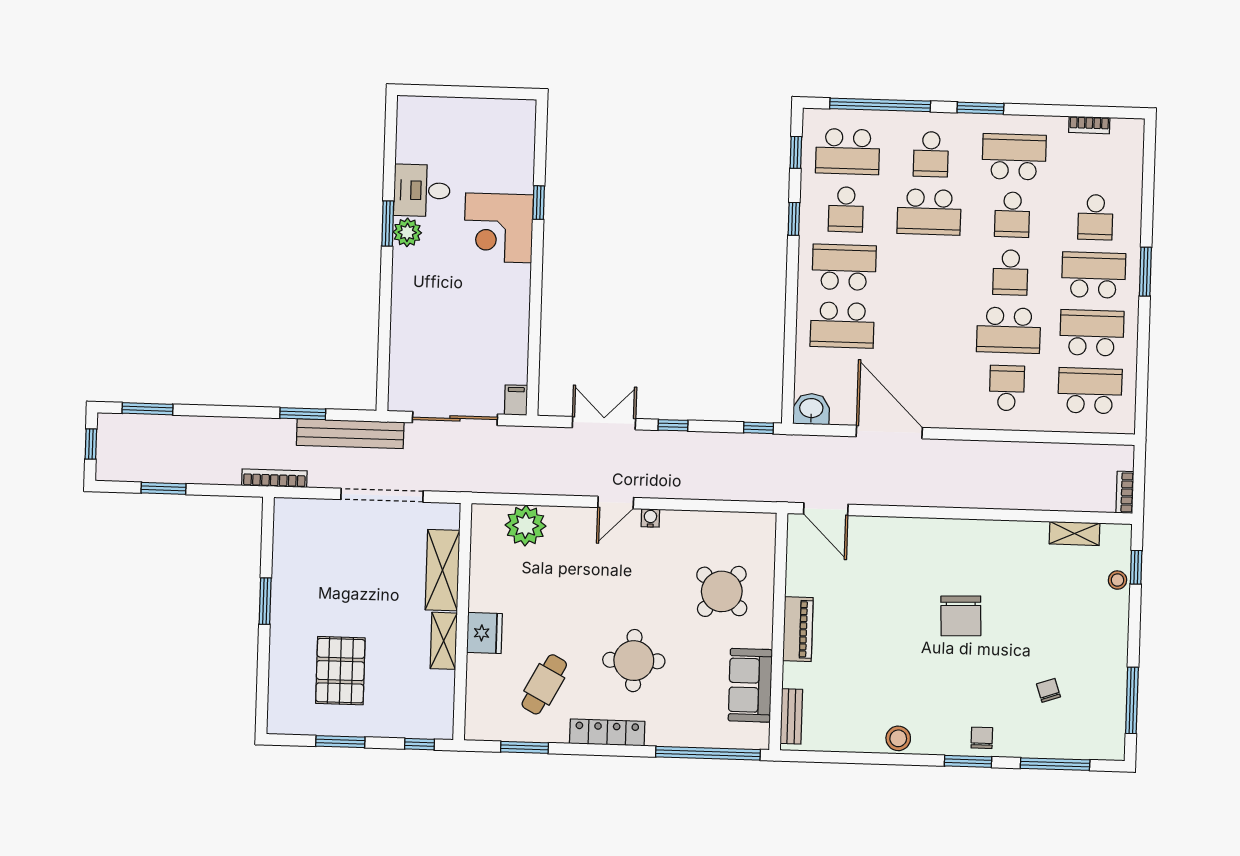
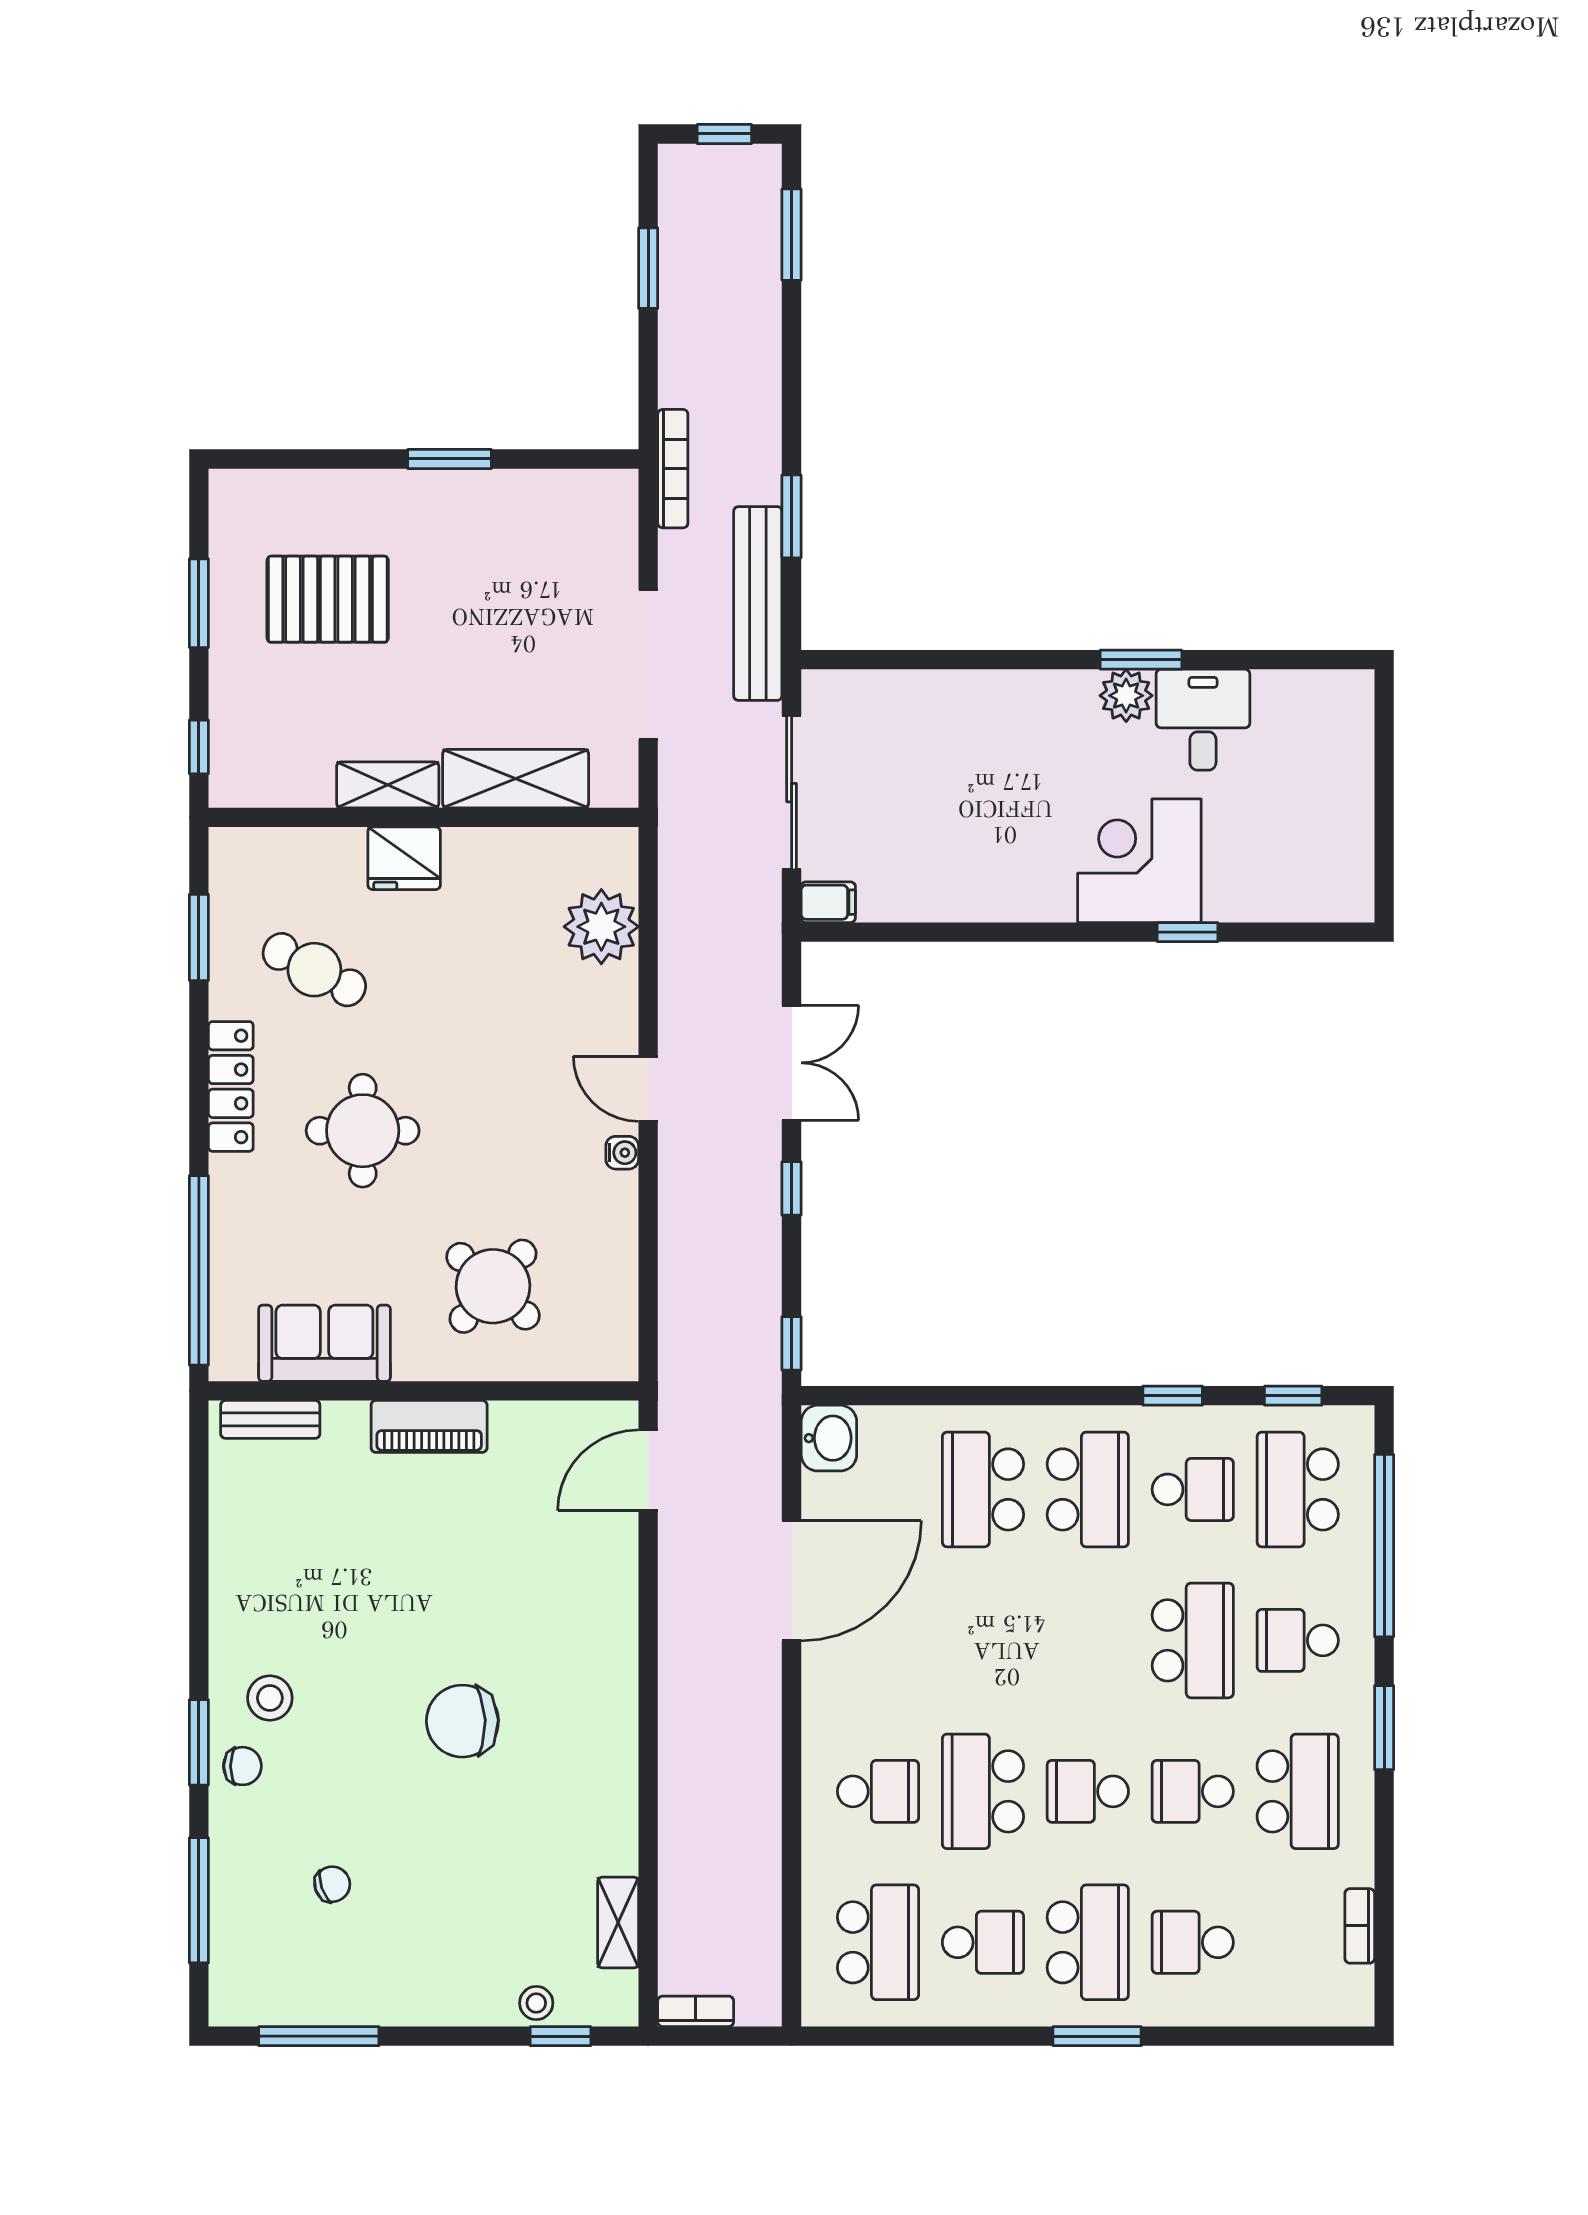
school desk: (846, 209) -> (1193, 1489), turned 180
school desk: (929, 212) -> (1193, 1640), turned 180
school desk: (1092, 333) -> (983, 1942), width x0.54
stool: (898, 738) -> (270, 1698), moved

